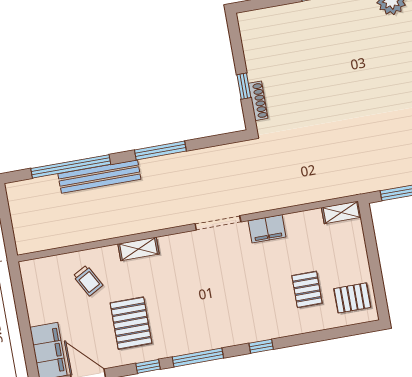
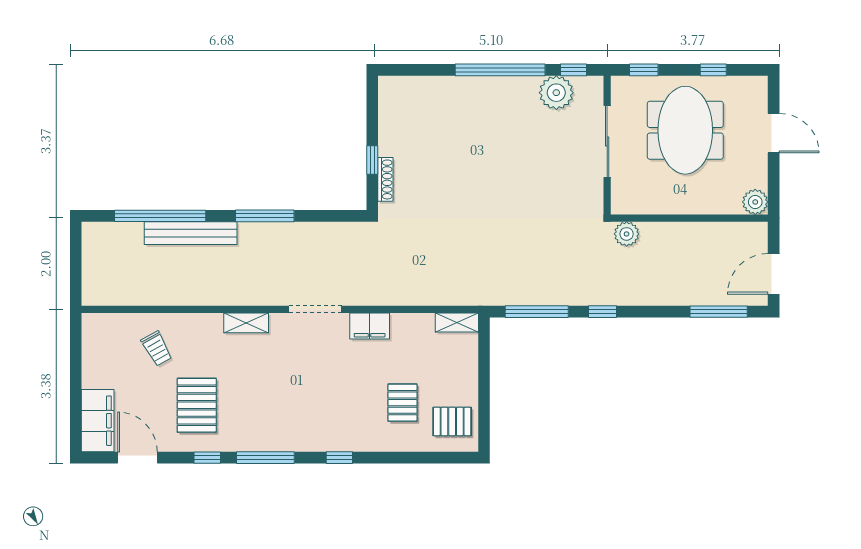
shelving: (138, 249) -> (246, 323), moved

